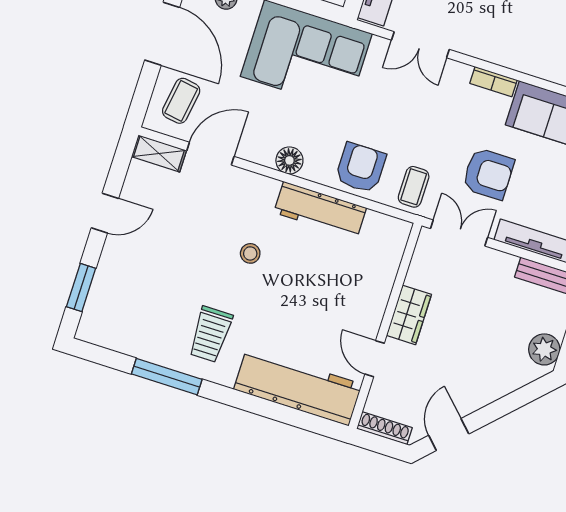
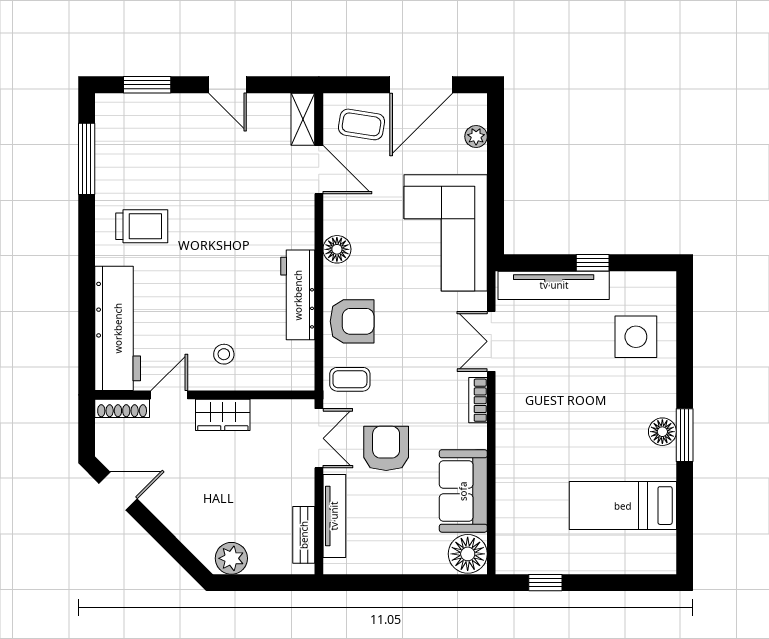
bookcase: (493, 82) -> (478, 400), moved
armchair: (488, 174) -> (386, 448), turned 180
stool: (250, 253) -> (224, 354), moved
trolley: (210, 334) -> (142, 226), turned 180
window: (167, 377) -> (87, 159), moved
shoe rack: (384, 428) -> (122, 408), moved, turned 90

